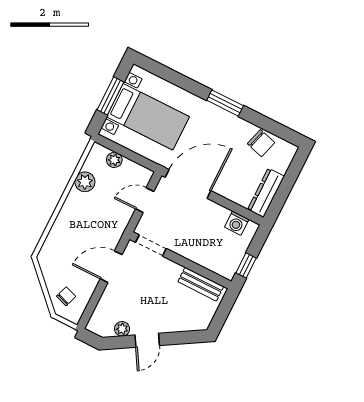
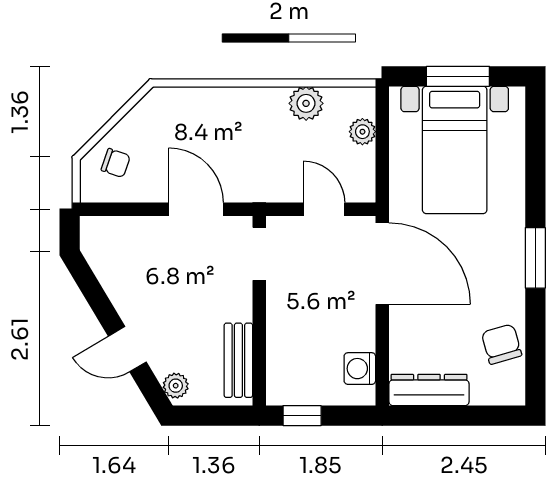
chair: (261, 143) -> (502, 344), turned 148
plant: (122, 329) -> (176, 386), moved
door: (147, 340) -> (127, 349), moved

